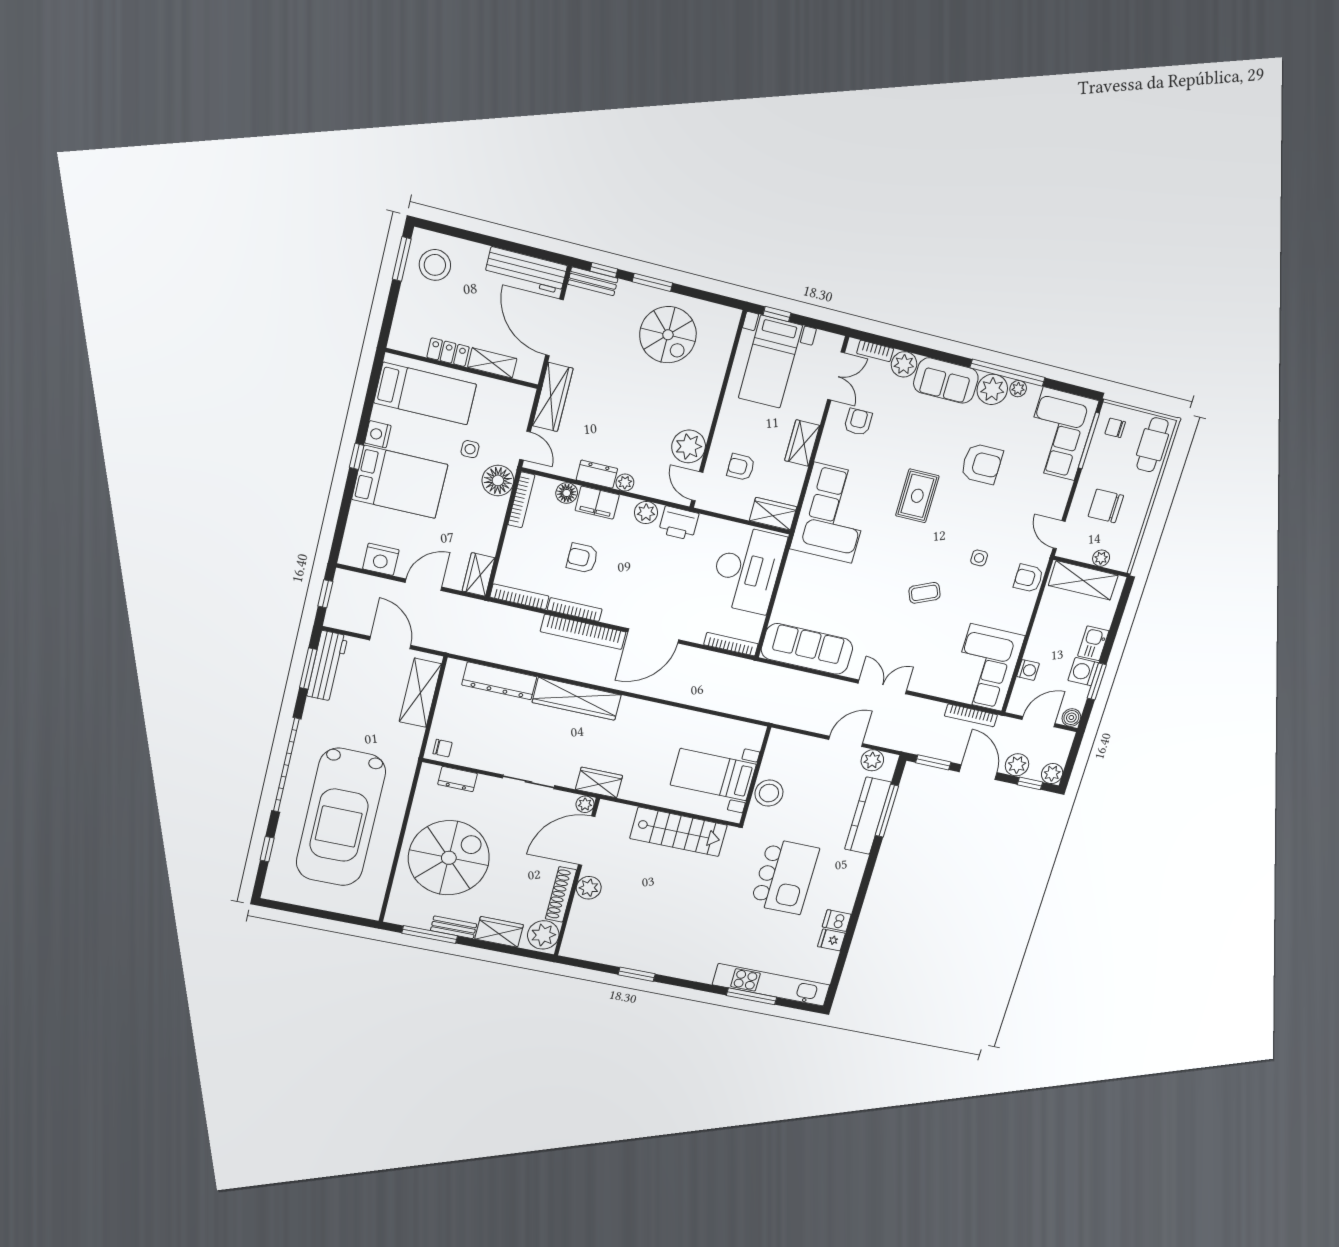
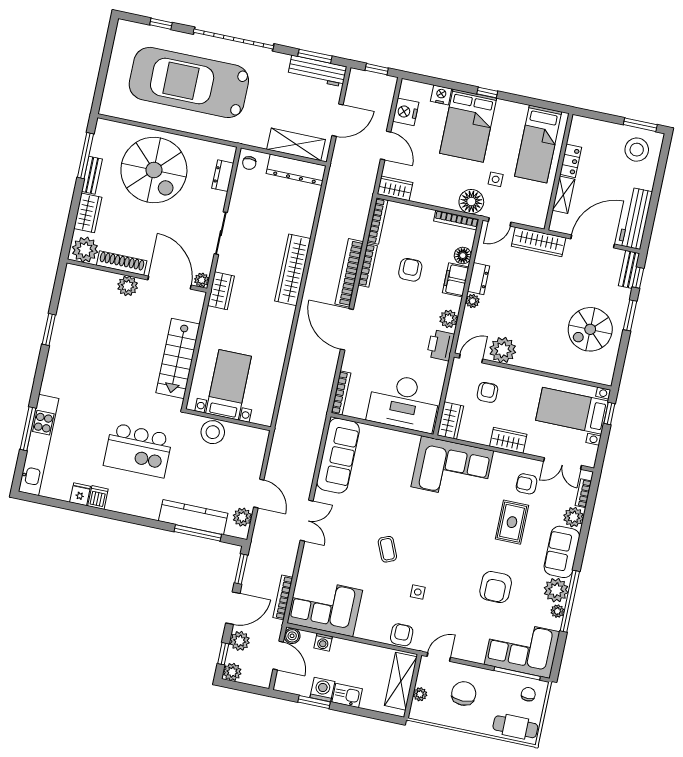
armchair: (858, 422) -> (527, 484), turned 180
nightstand: (378, 434) -> (441, 95), moved
rug: (917, 496) -> (512, 522), moved, turned 90
dresser: (499, 681) -> (296, 170), moved, turned -90
boiler: (1071, 718) -> (292, 636), moved

